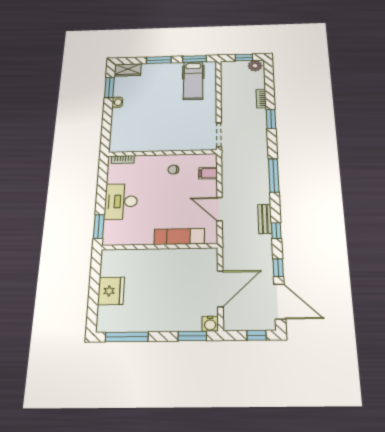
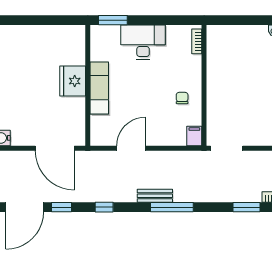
filing cabinet: (208, 173) -> (194, 136), moved
bench: (265, 219) -> (155, 196), moved
exam couch: (179, 236) -> (99, 88), moved
door: (220, 289) -> (55, 148), moved
fridge: (111, 291) -> (73, 81), moved, turned 90

